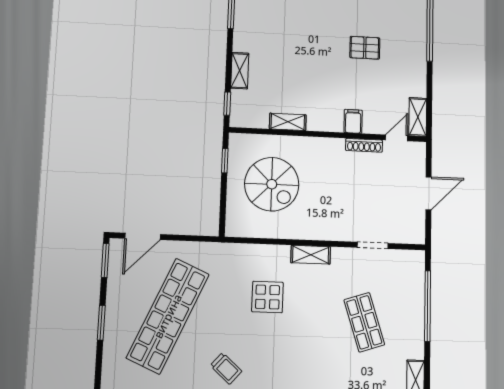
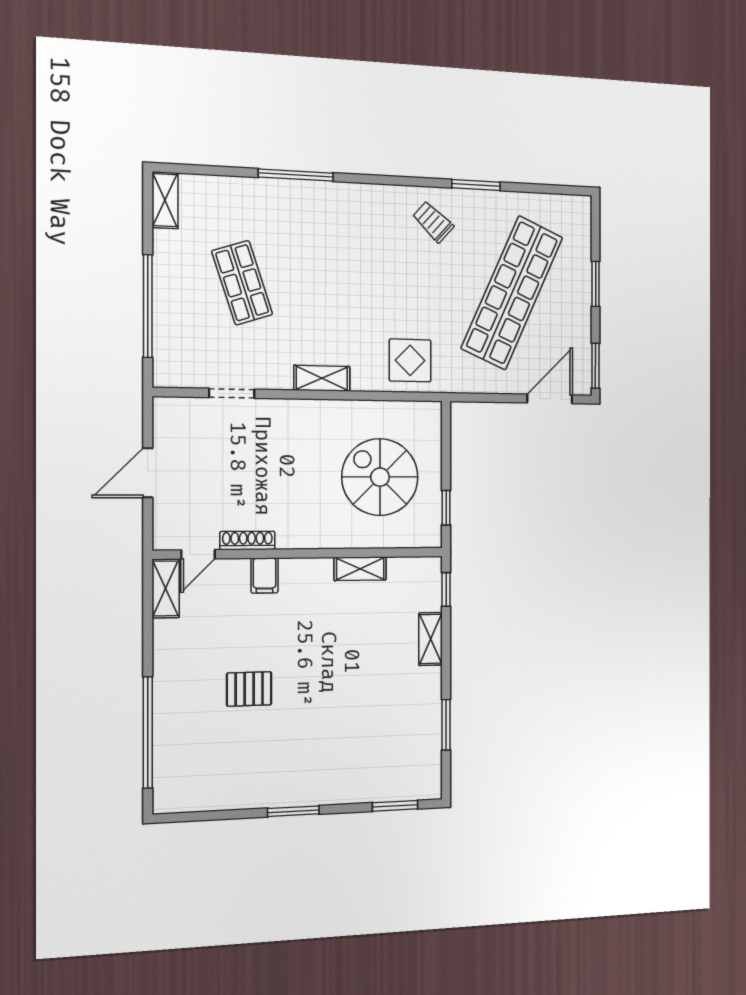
display table: (267, 297) -> (410, 360), moved

